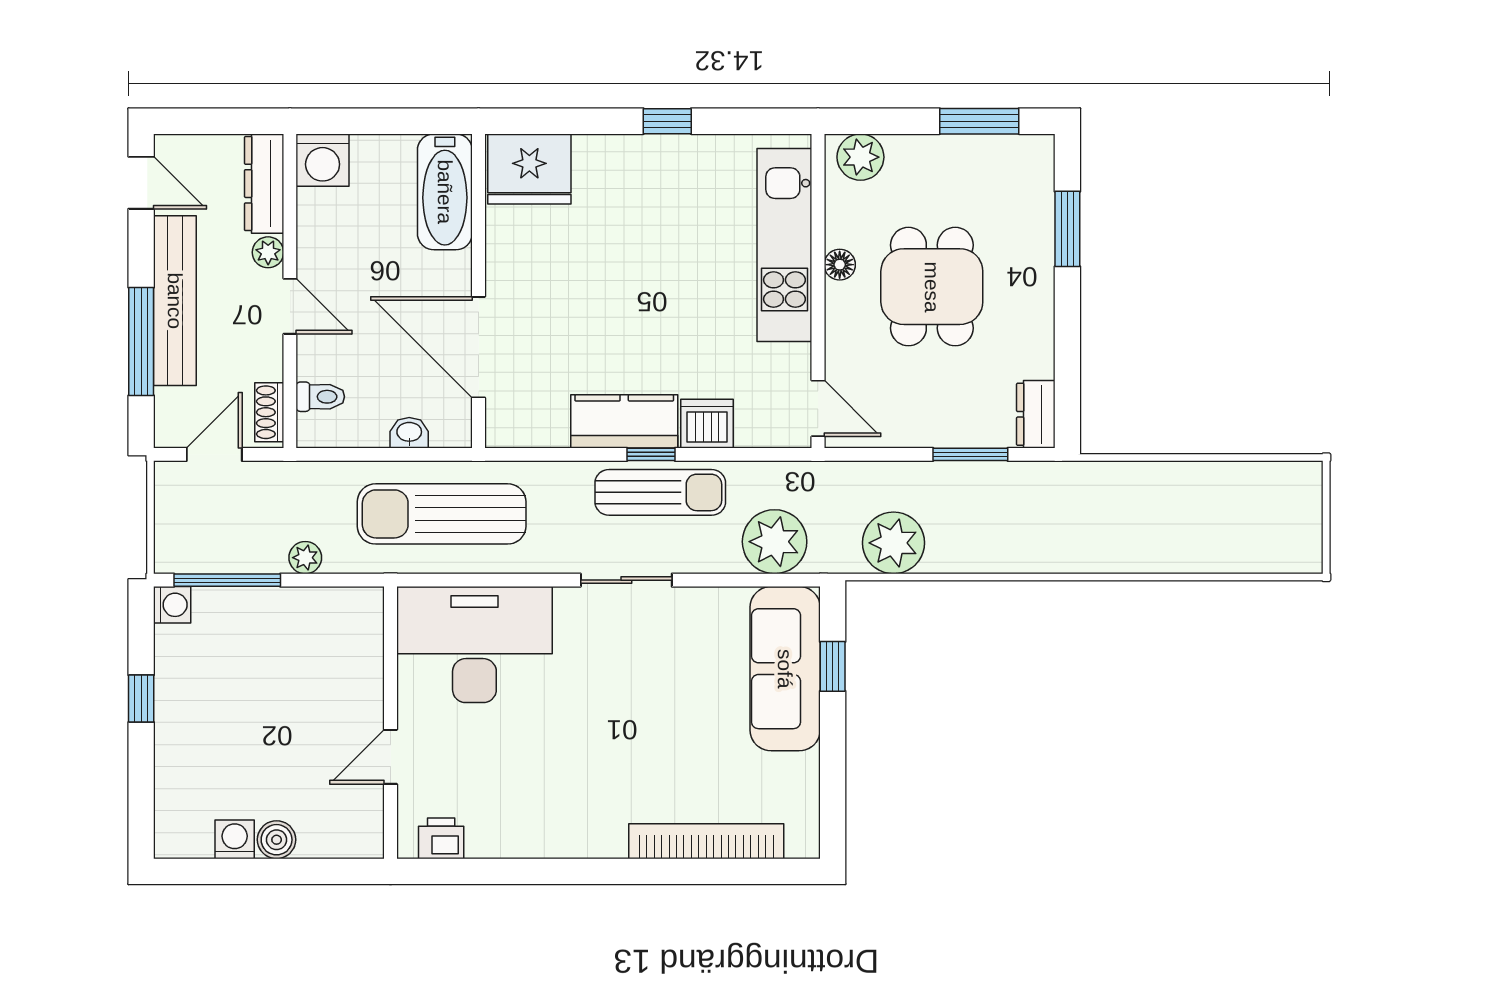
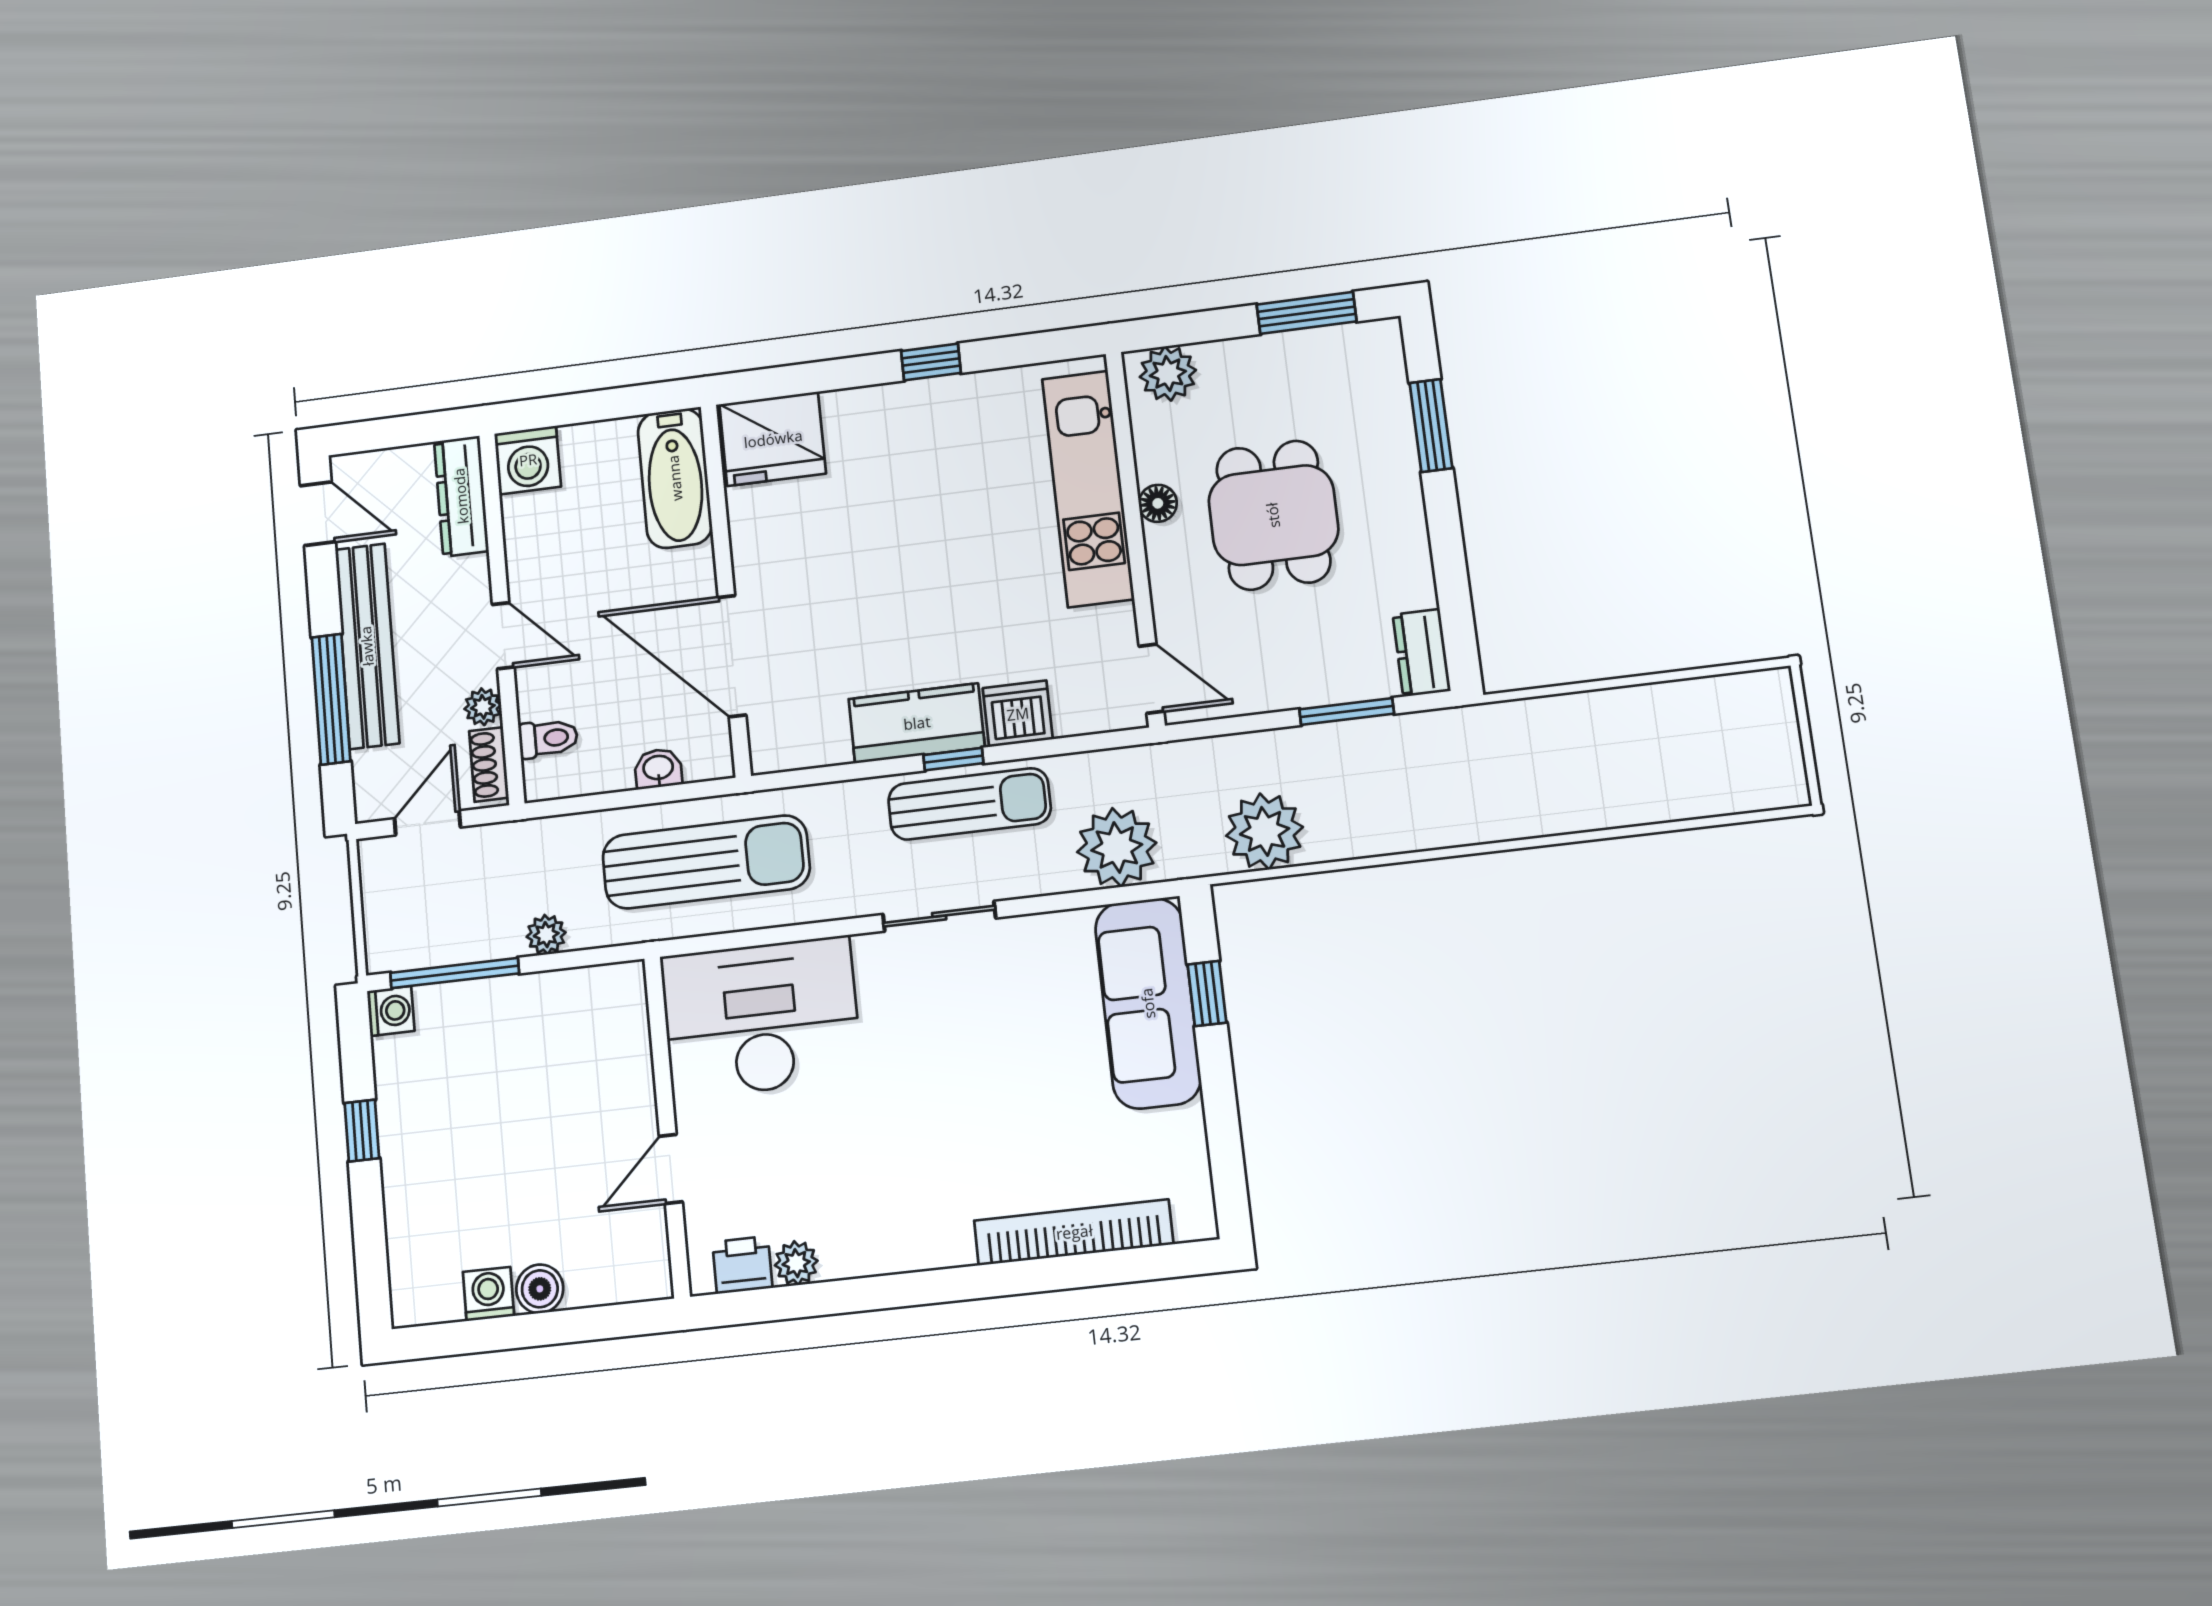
plant: (268, 252) -> (483, 707), moved
sun lounger: (442, 514) -> (706, 862), turned 180
plant: (484, 842) -> (796, 1263), added

